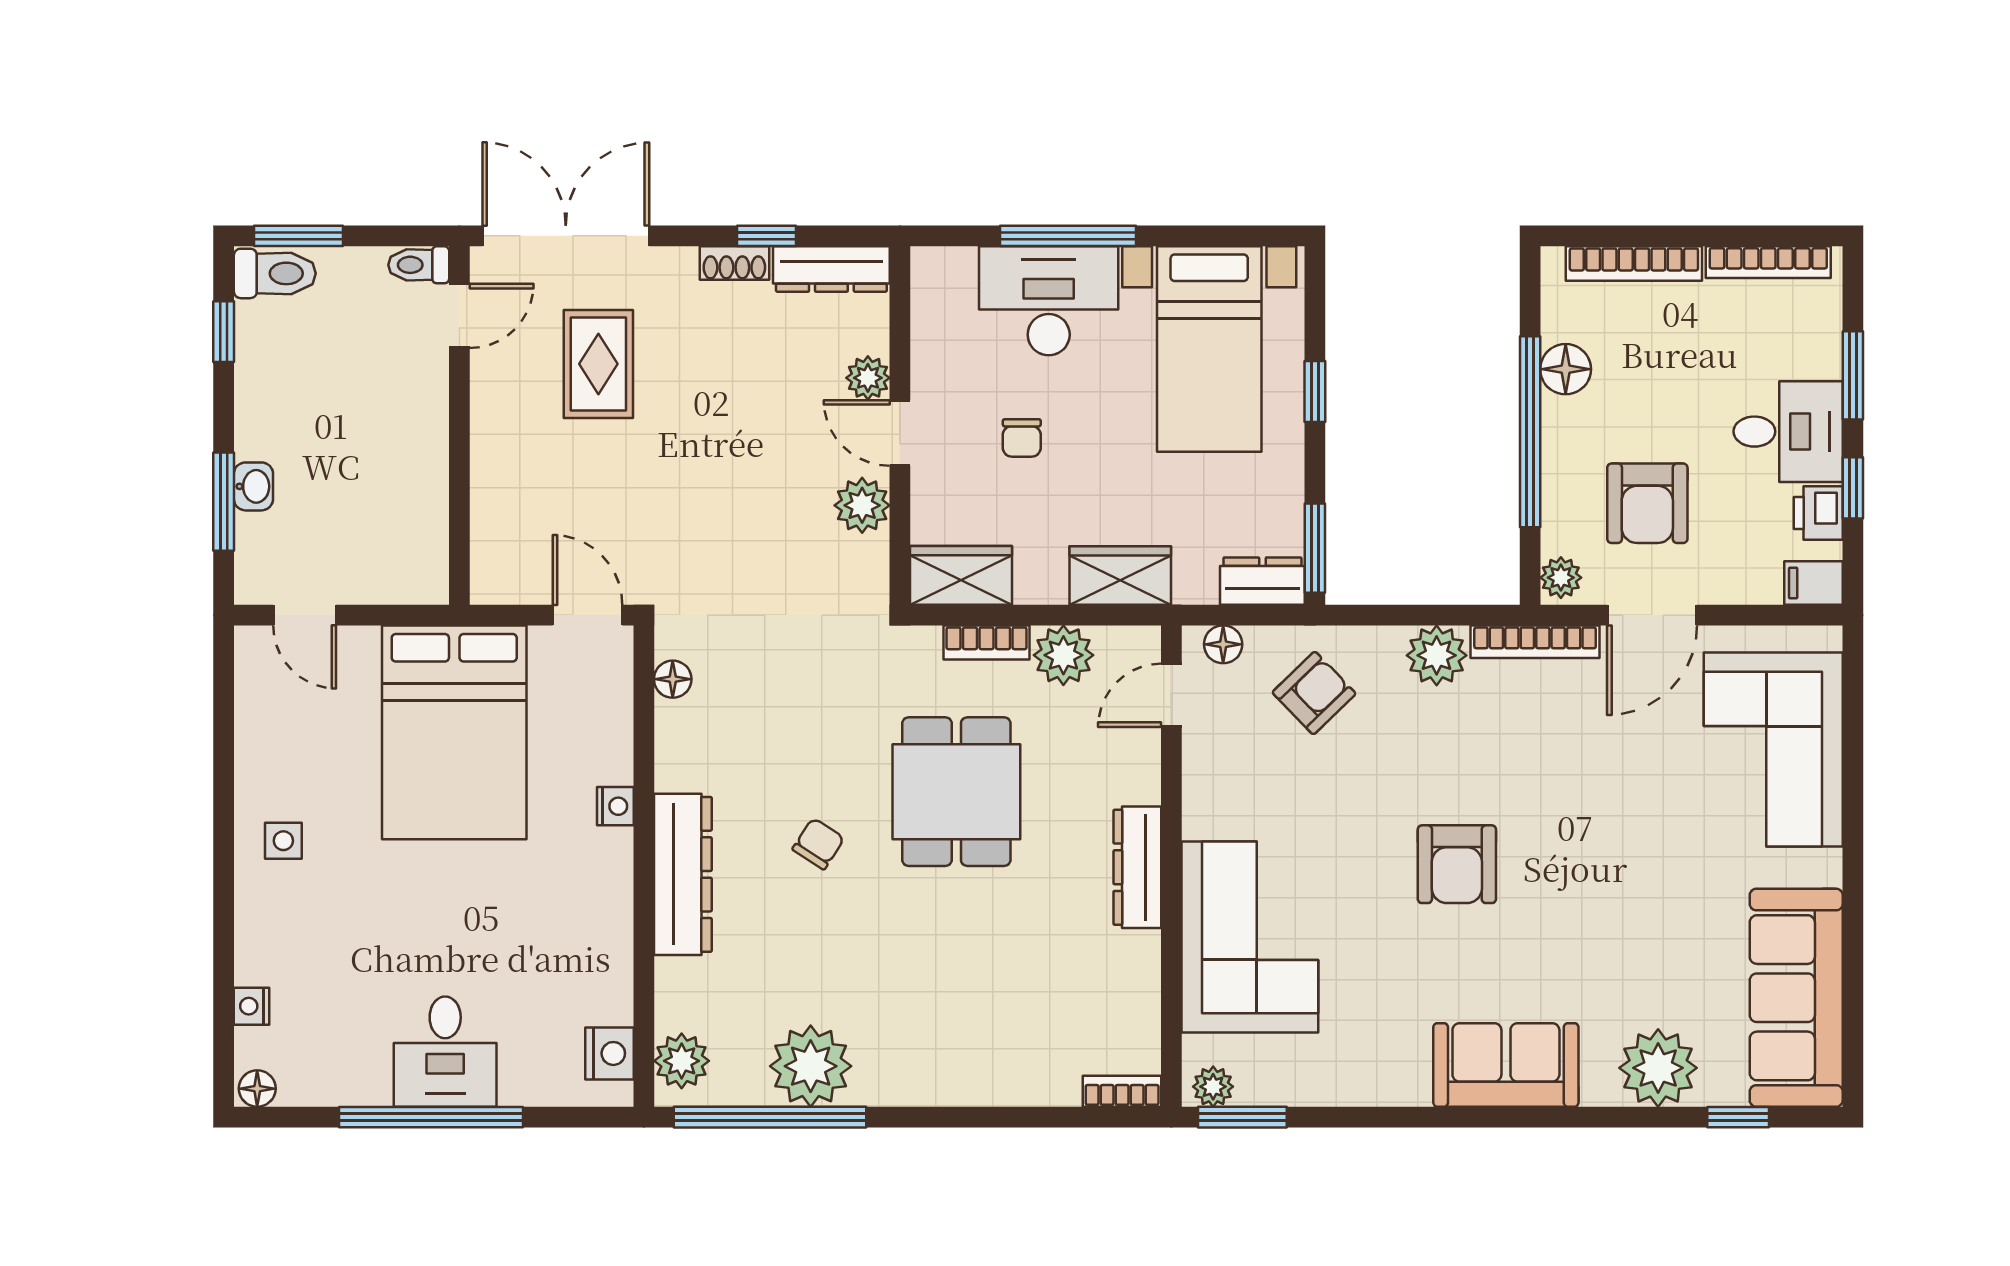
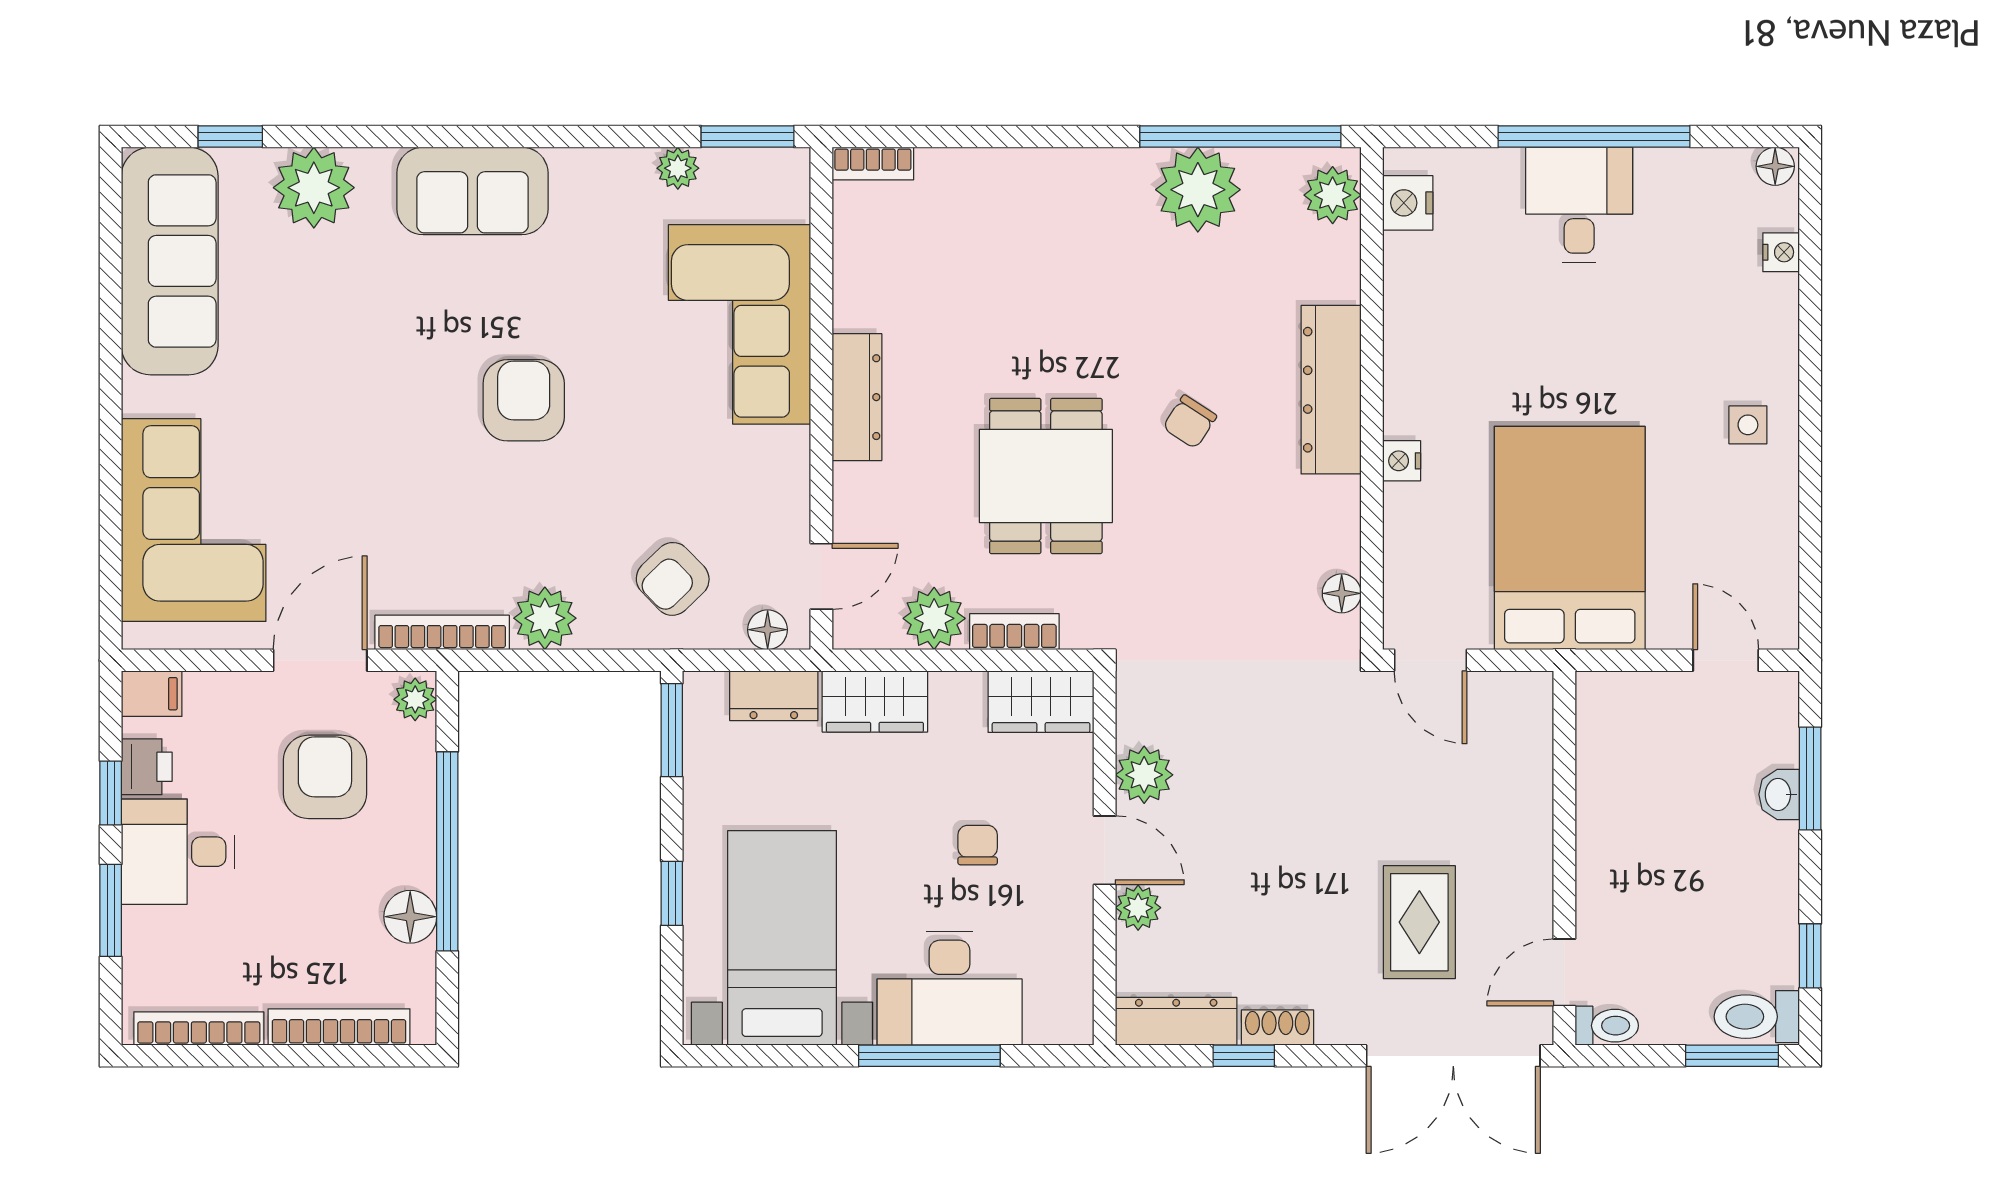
dresser: (1262, 581) -> (774, 696), moved
plant: (1213, 1087) -> (678, 168), moved

